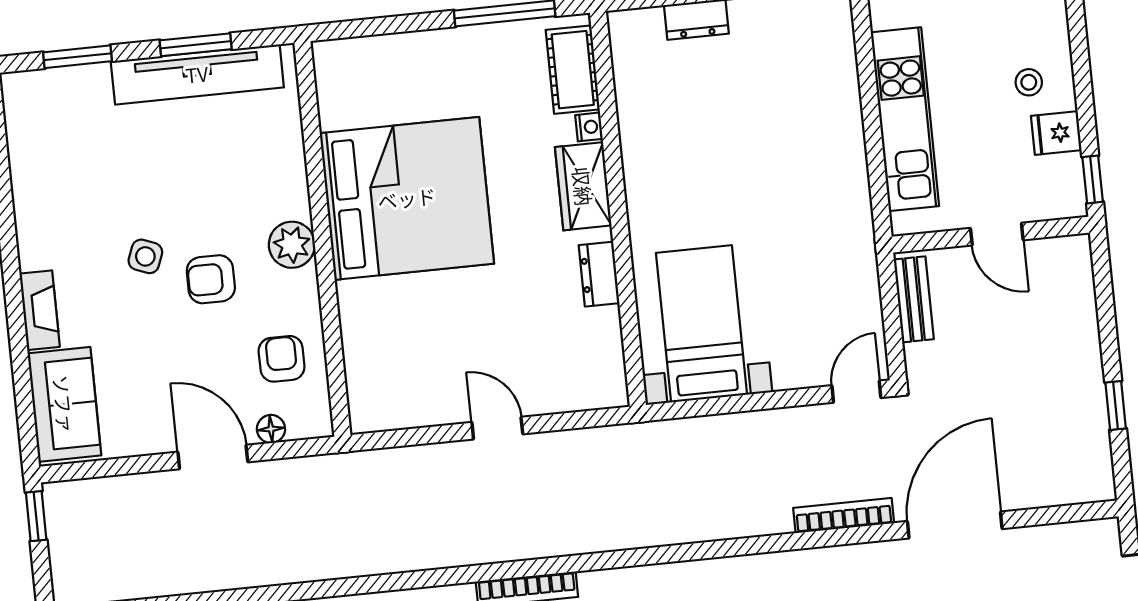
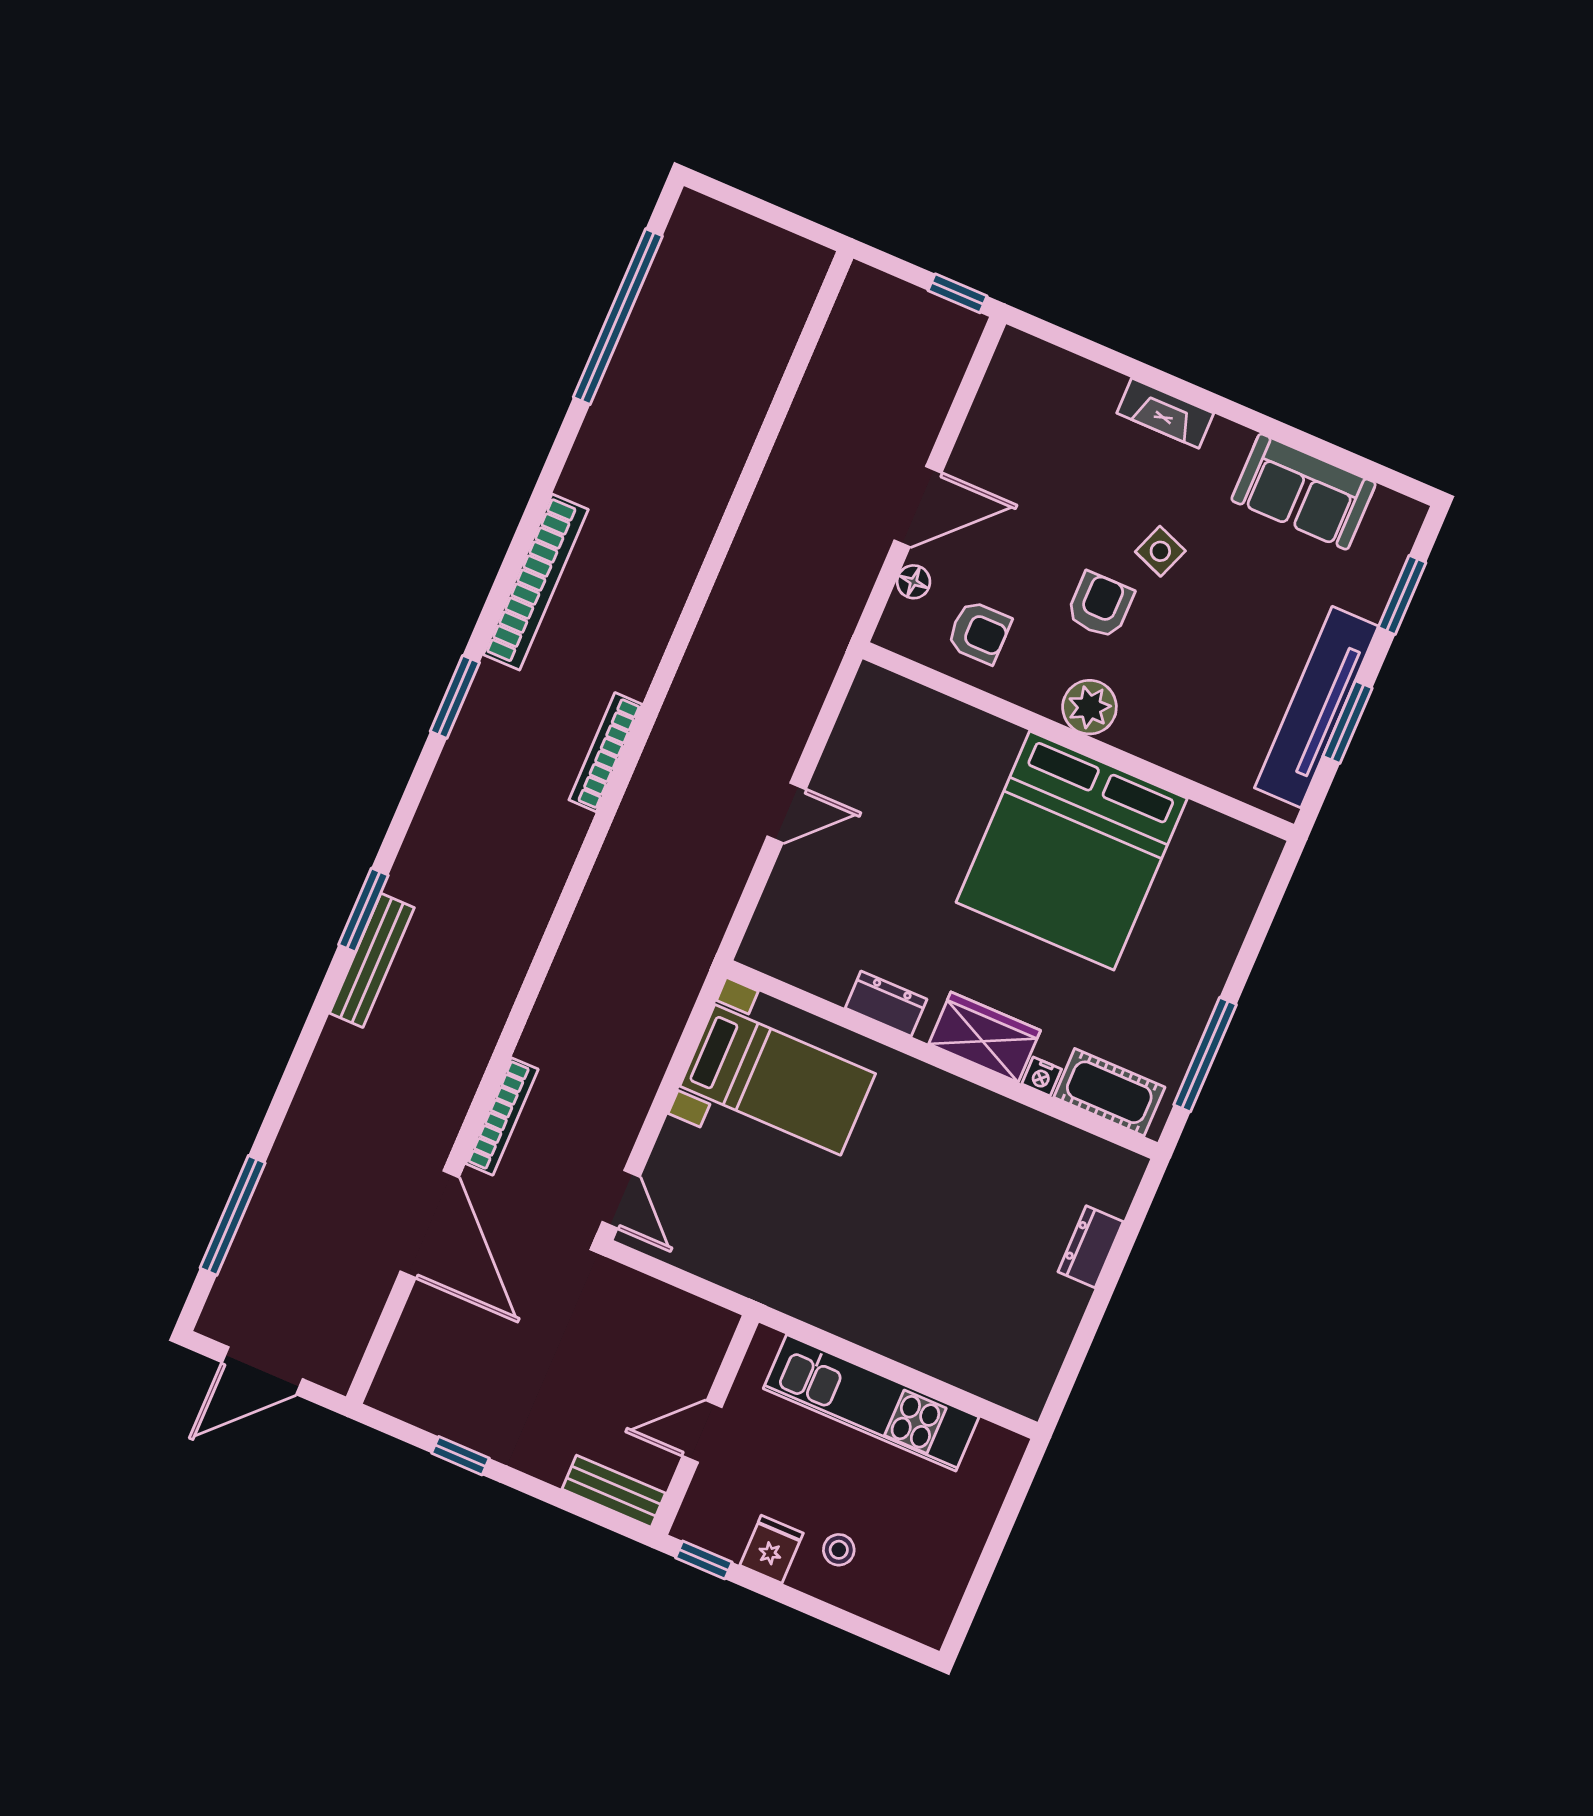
bench: (914, 299) -> (614, 1491), moved
sofa: (64, 404) -> (1304, 492), moved

